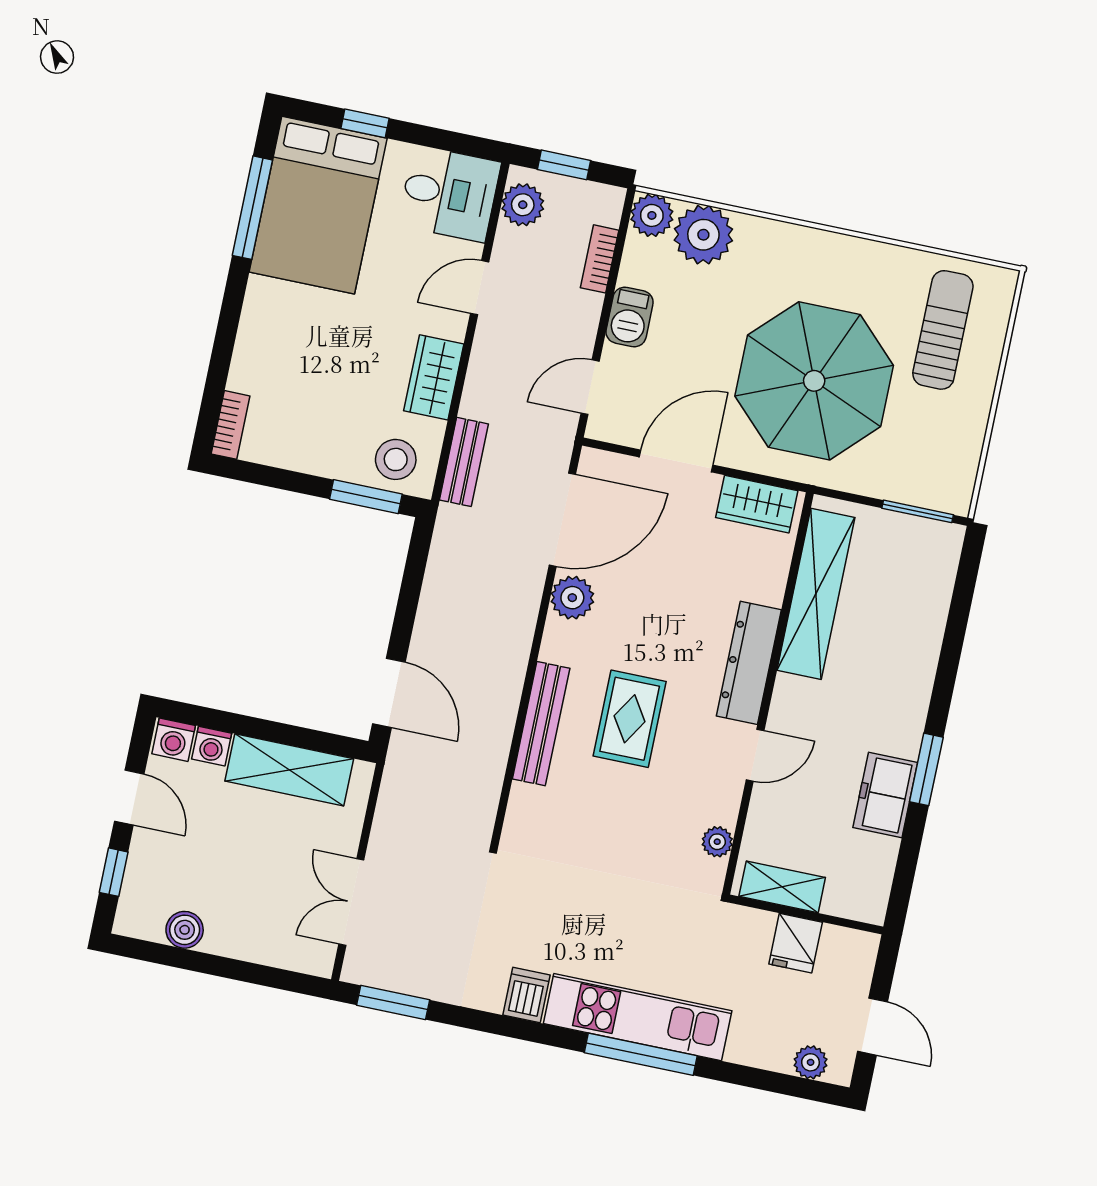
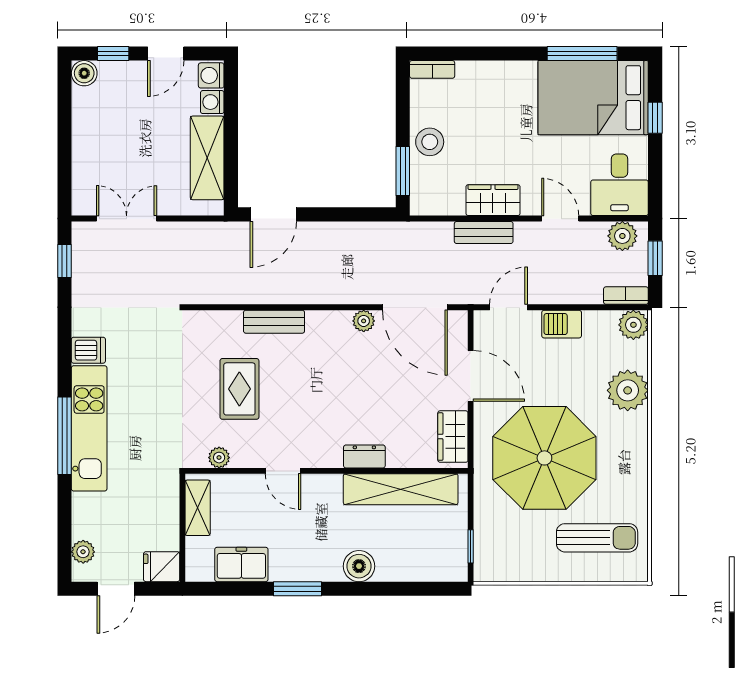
plant: (703, 235) -> (628, 390), moved
bookcase: (600, 259) -> (626, 296), moved
door: (590, 387) -> (508, 307), hinge flipped
stool: (396, 459) -> (430, 142), moved
bench: (464, 462) -> (484, 232), moved
window: (918, 511) -> (471, 546), width x0.67
plant: (572, 598) -> (364, 321), width x0.73, depth x0.73
dresser: (749, 663) -> (364, 456), width x0.51, depth x0.80
boiler: (913, 676) -> (359, 566), added
rug: (630, 719) -> (239, 389), moved, turned 90
bench: (541, 724) -> (274, 322), width x0.73
freezer: (885, 795) -> (241, 564), moved
boiler: (185, 930) -> (84, 73), moved
fridge: (796, 943) -> (162, 567), moved
window: (393, 1003) -> (64, 261), width x0.67

